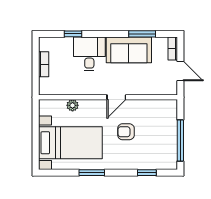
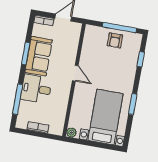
window: (73, 34) -> (18, 99), width x2.17
window: (142, 34) -> (26, 53), moved
plant: (73, 105) -> (71, 133), moved
armchair: (126, 132) -> (115, 40), moved

